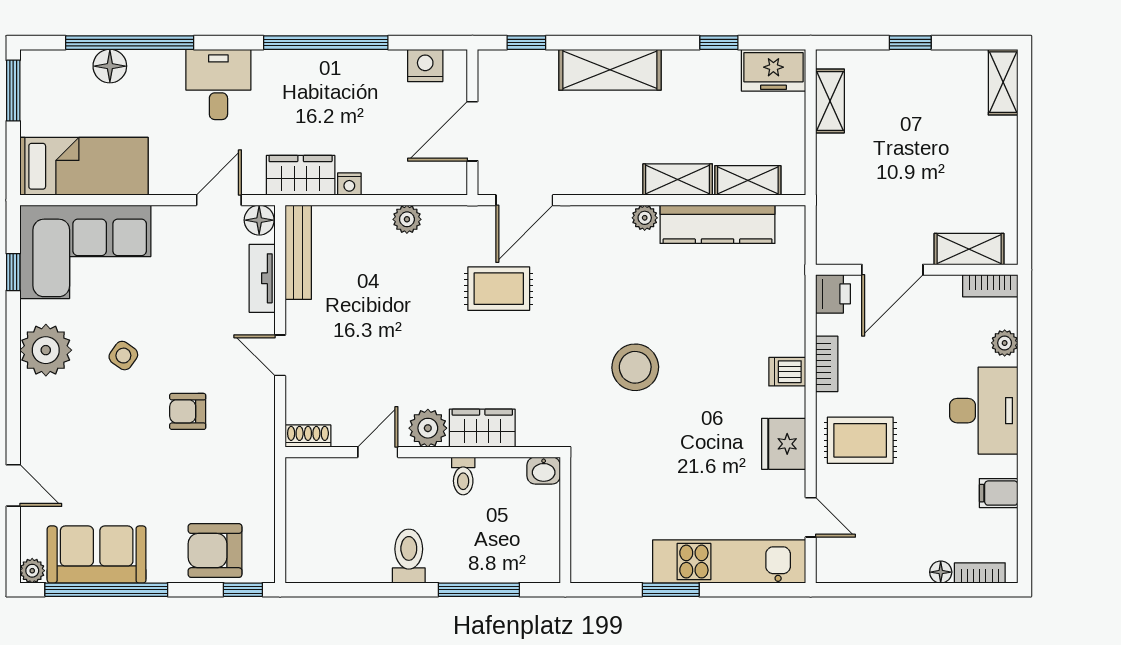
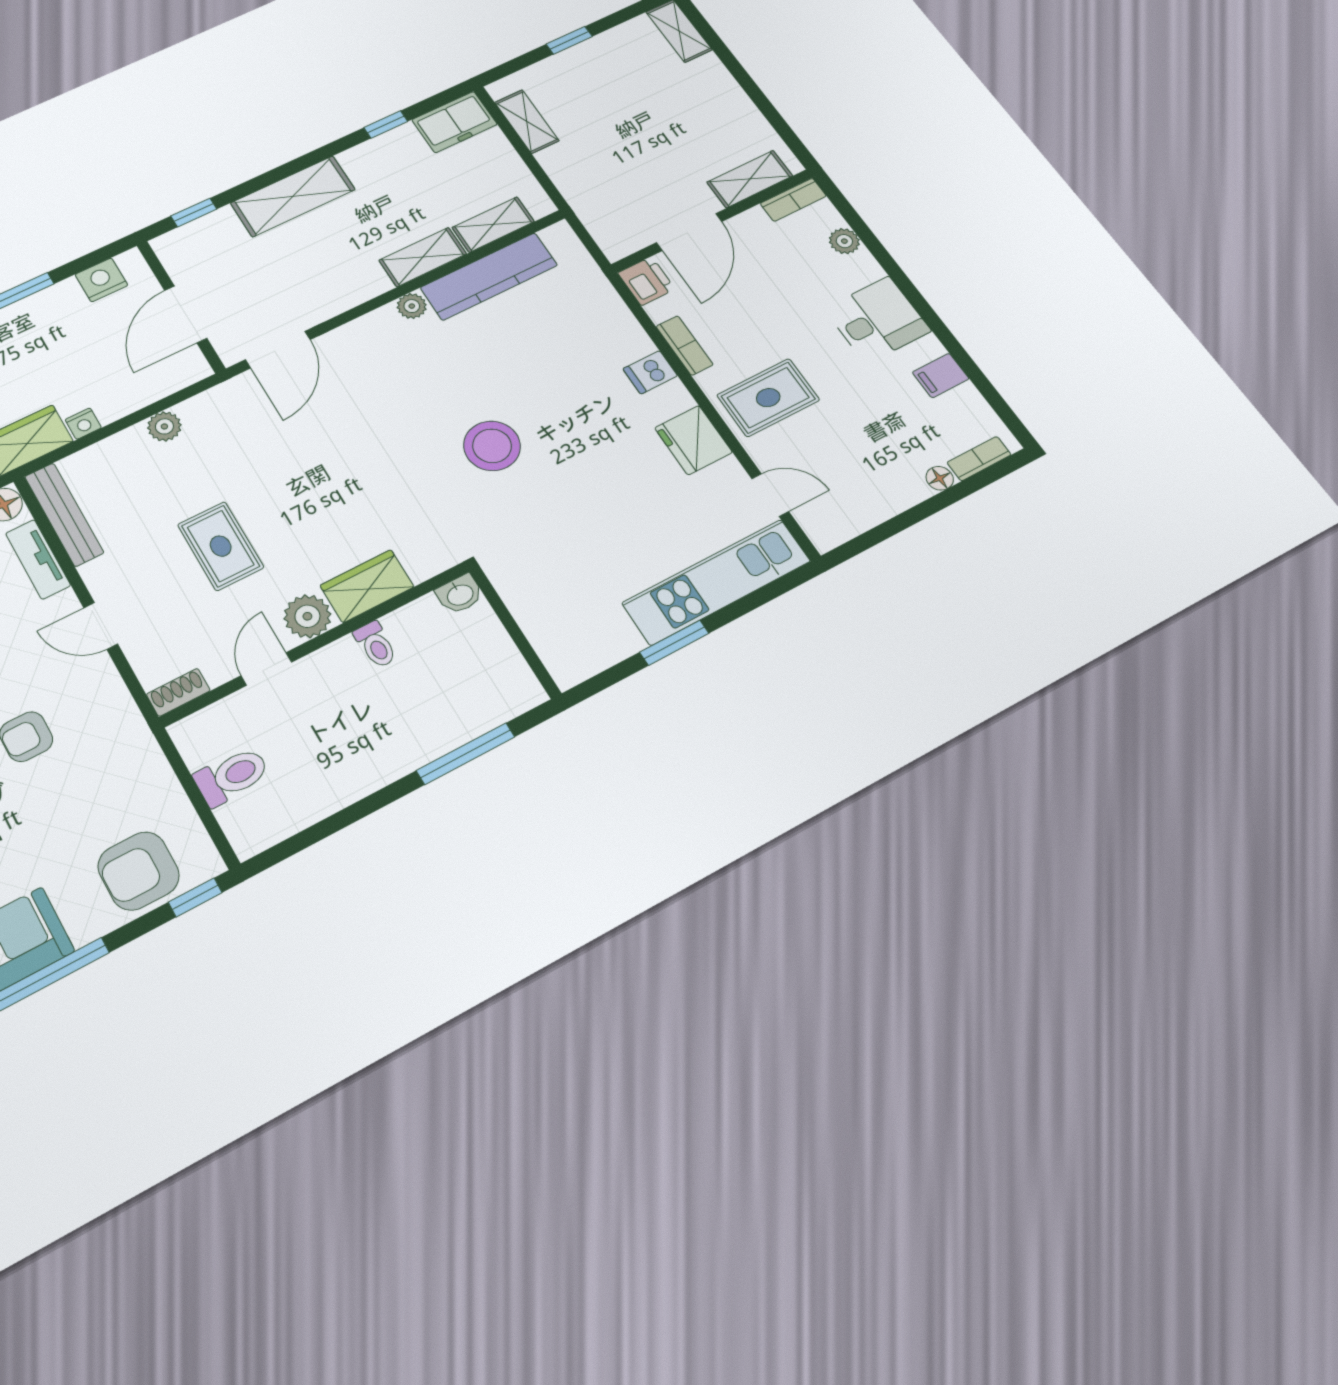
rug: (499, 289) -> (221, 546), moved, turned 90
desk: (984, 411) -> (877, 320), width x0.73
toilet: (409, 556) -> (232, 776), moved, turned 90

